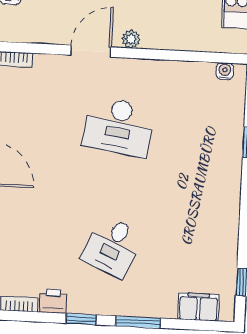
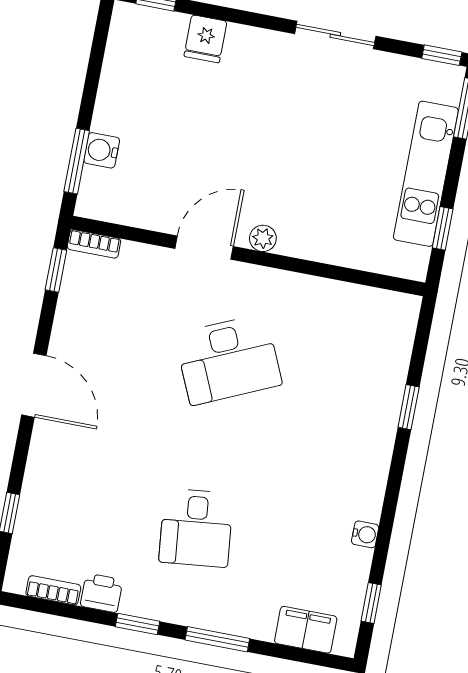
water cooler: (225, 71) -> (365, 534), moved, turned 90
desk: (119, 127) -> (228, 359), turned -33
desk: (112, 247) -> (196, 528), turned -30

